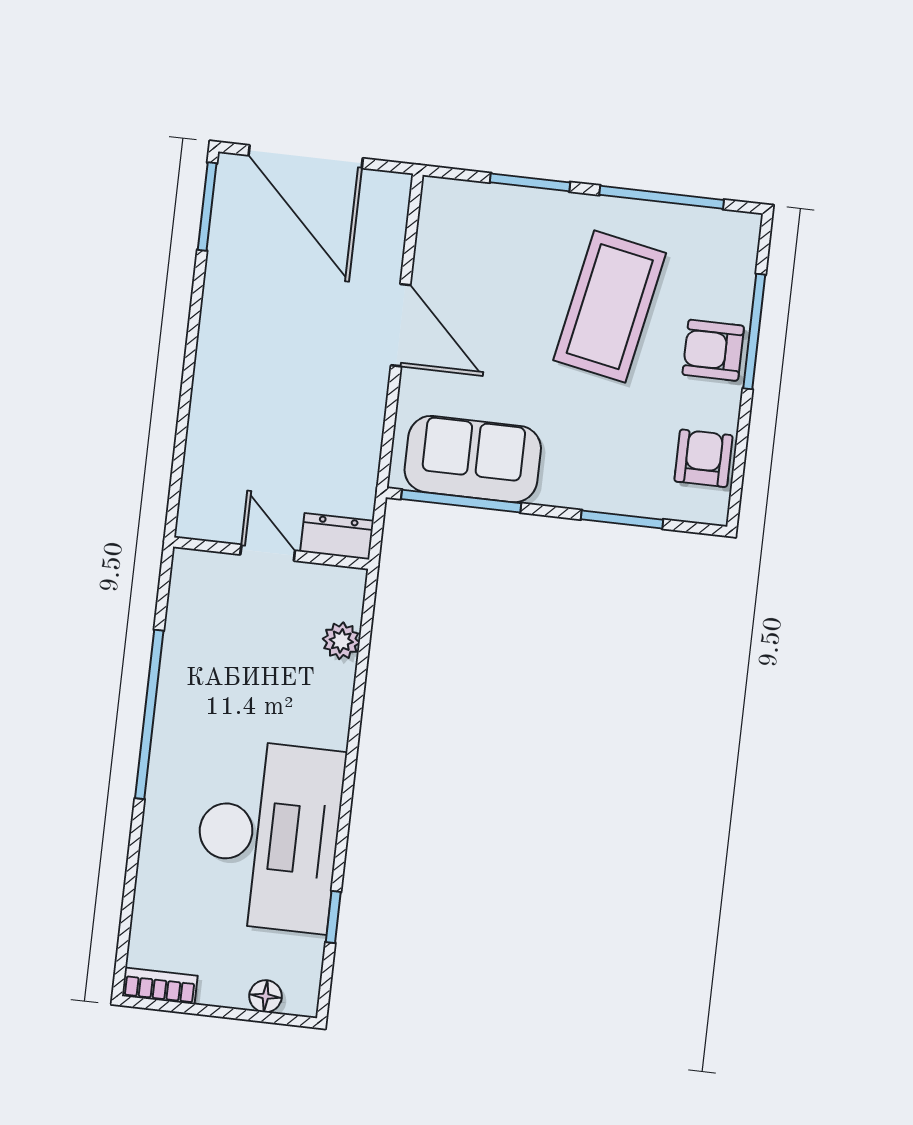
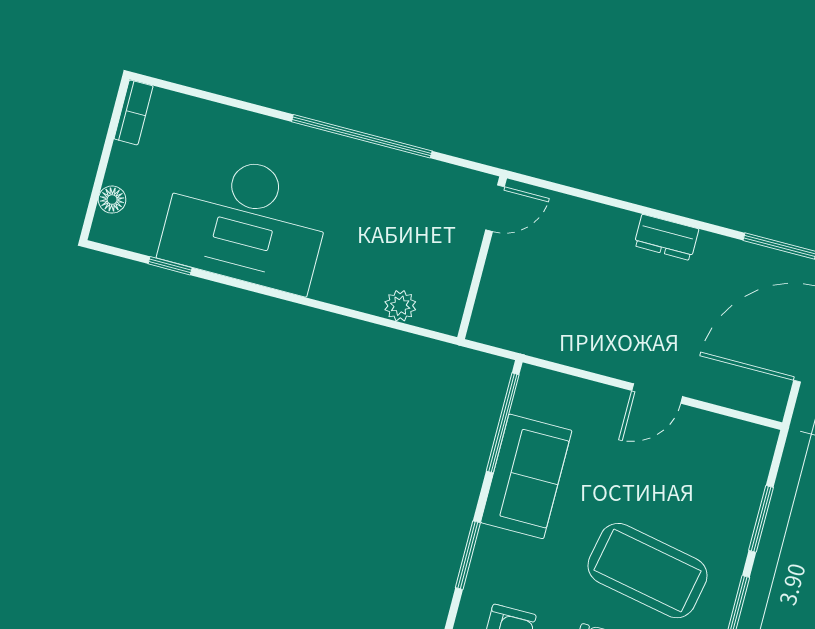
door: (401, 325) -> (657, 394), width x0.73
sofa: (473, 459) -> (526, 476), moved
dresser: (337, 536) -> (666, 237), moved, turned 90
door: (268, 553) -> (495, 208), moved

